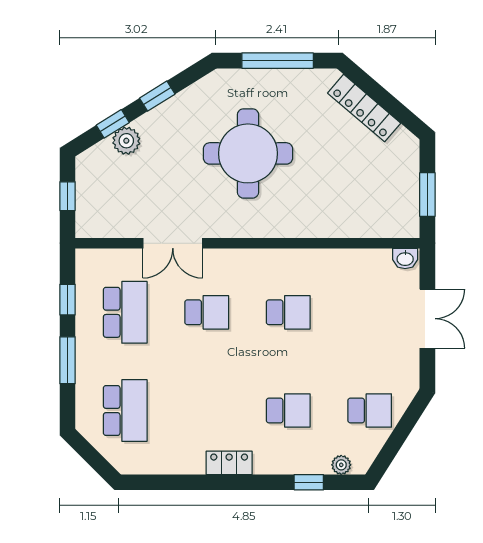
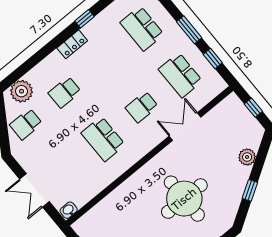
window: (113, 124) -> (260, 160), removed
school desk: (288, 312) -> (103, 139), width x1.85
plant: (341, 465) -> (22, 91), width x1.88, depth x1.88
window: (309, 482) -> (84, 19), moved

